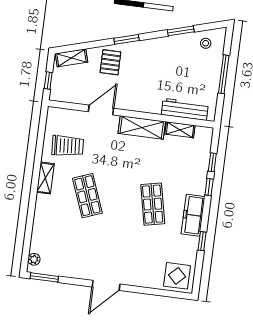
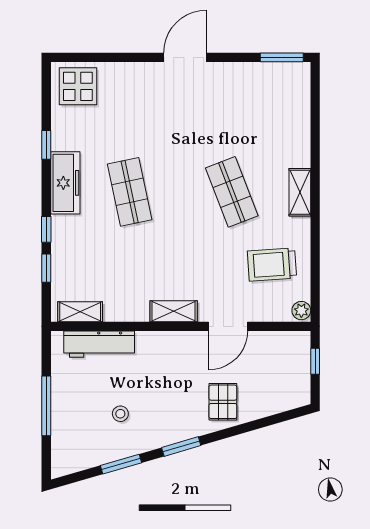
window: (127, 39) -> (181, 446), moved
stool: (206, 43) -> (120, 414), moved
shelving: (72, 58) -> (284, 401), removed
shelving: (142, 127) -> (174, 311), width x0.67, depth x0.75
shelving: (180, 130) -> (80, 312), moved
shelving: (45, 178) -> (300, 192), moved
plant: (34, 259) -> (301, 311), moved

